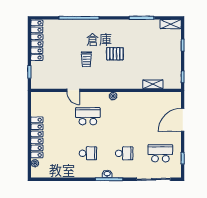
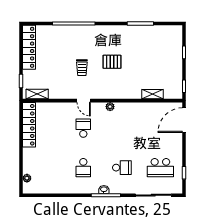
shelving: (171, 24) -> (37, 94), moved
door: (73, 90) -> (84, 101), moved
school desk: (88, 116) -> (83, 128), width x0.54
door: (183, 120) -> (184, 120), moved
locker: (37, 137) -> (29, 125), moved
school desk: (88, 153) -> (83, 168), turned 90
school desk: (160, 153) -> (160, 168), turned 180

